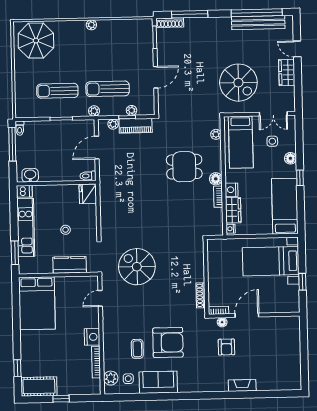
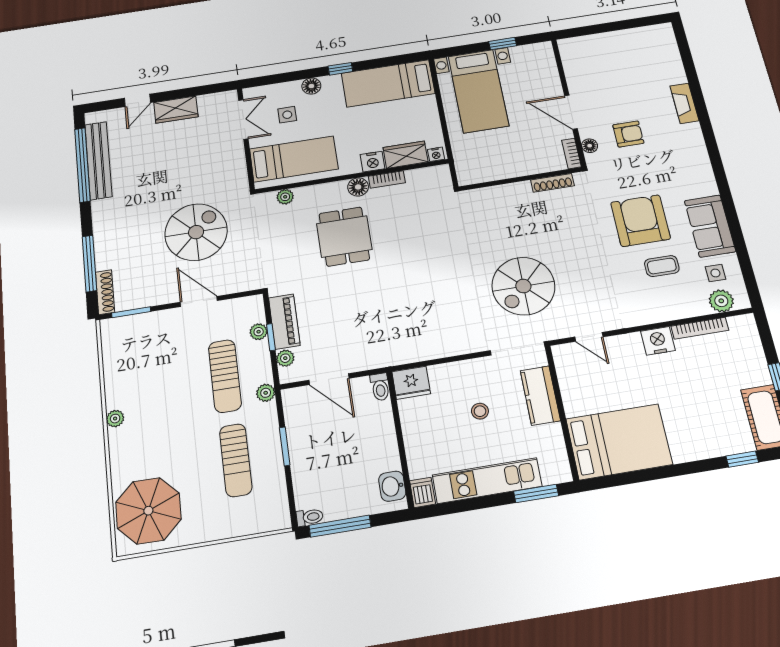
spiral stairs: (238, 83) -> (196, 232), moved

